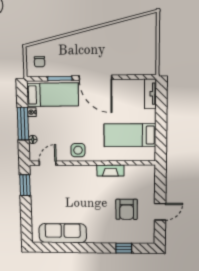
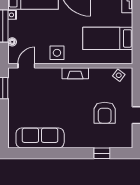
fireplace: (110, 170) -> (75, 73), moved
side table: (141, 172) -> (119, 75), added

